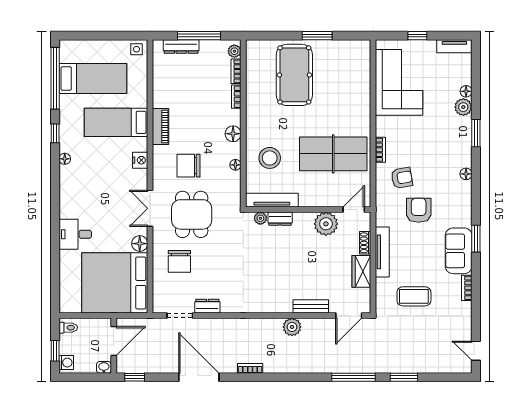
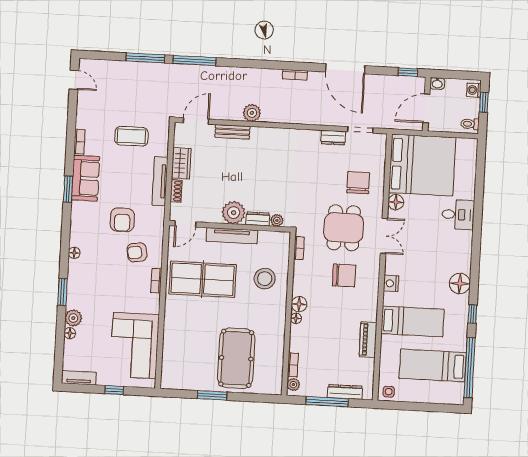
bookcase: (236, 97) -> (299, 248), moved
piano: (160, 126) -> (368, 340), moved
floor lamp: (65, 159) -> (460, 283), width x1.89, depth x1.89
floor lamp: (235, 165) -> (296, 318), moved
tv unit: (272, 200) -> (232, 236), moved
plant: (326, 224) -> (234, 213), moved
window: (404, 377) -> (145, 58), width x1.44

